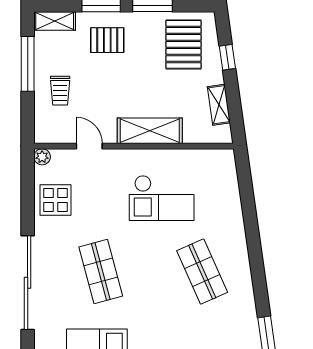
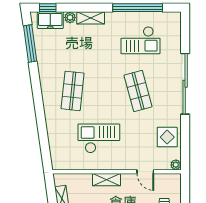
shelving: (150, 131) -> (106, 180), width x0.67, depth x0.75
shop shelf: (202, 272) -> (73, 91), turned 30

